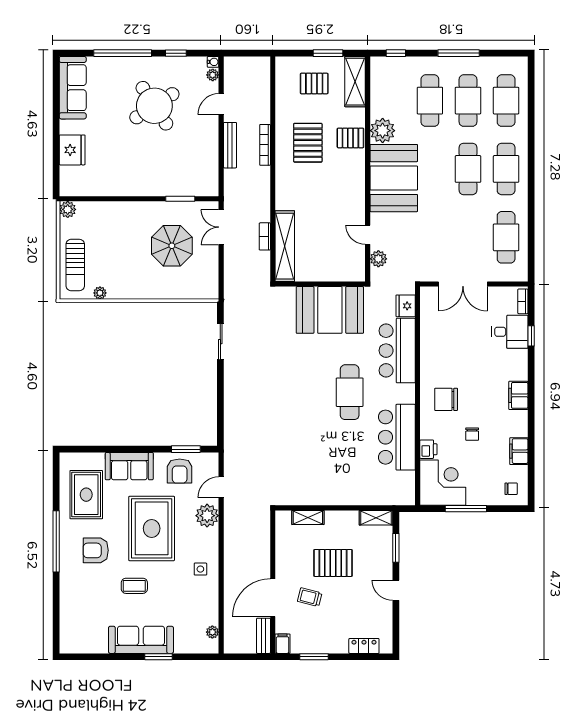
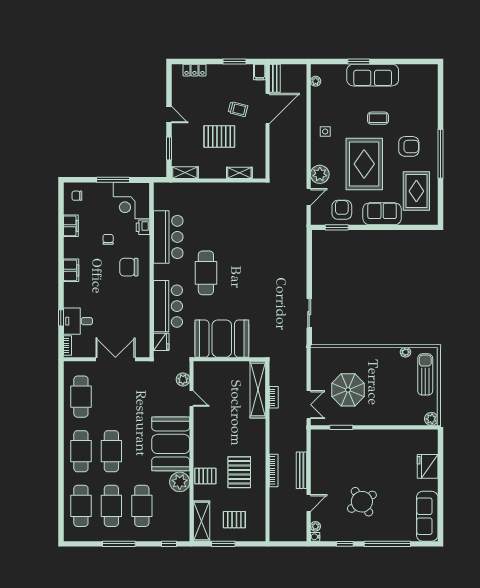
round table: (154, 106) -> (362, 502), width x0.73, depth x0.73
chair: (446, 399) -> (129, 267), turned 180

